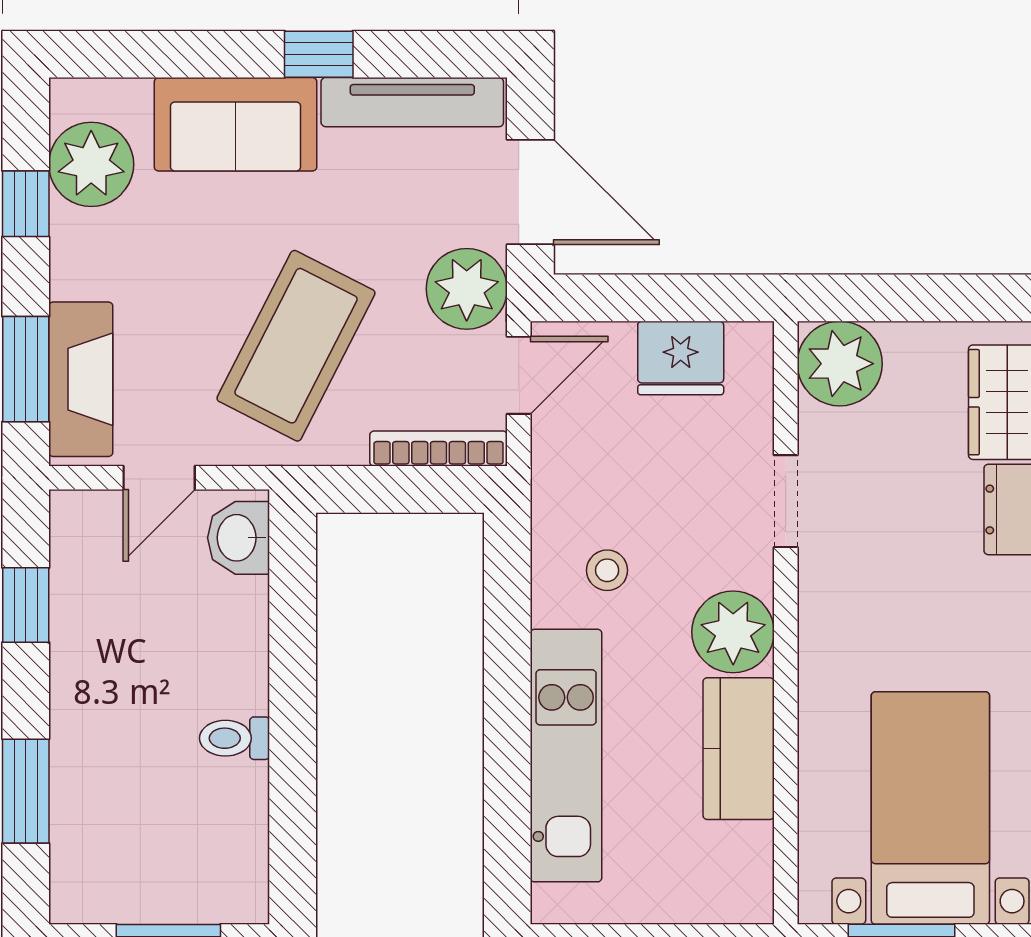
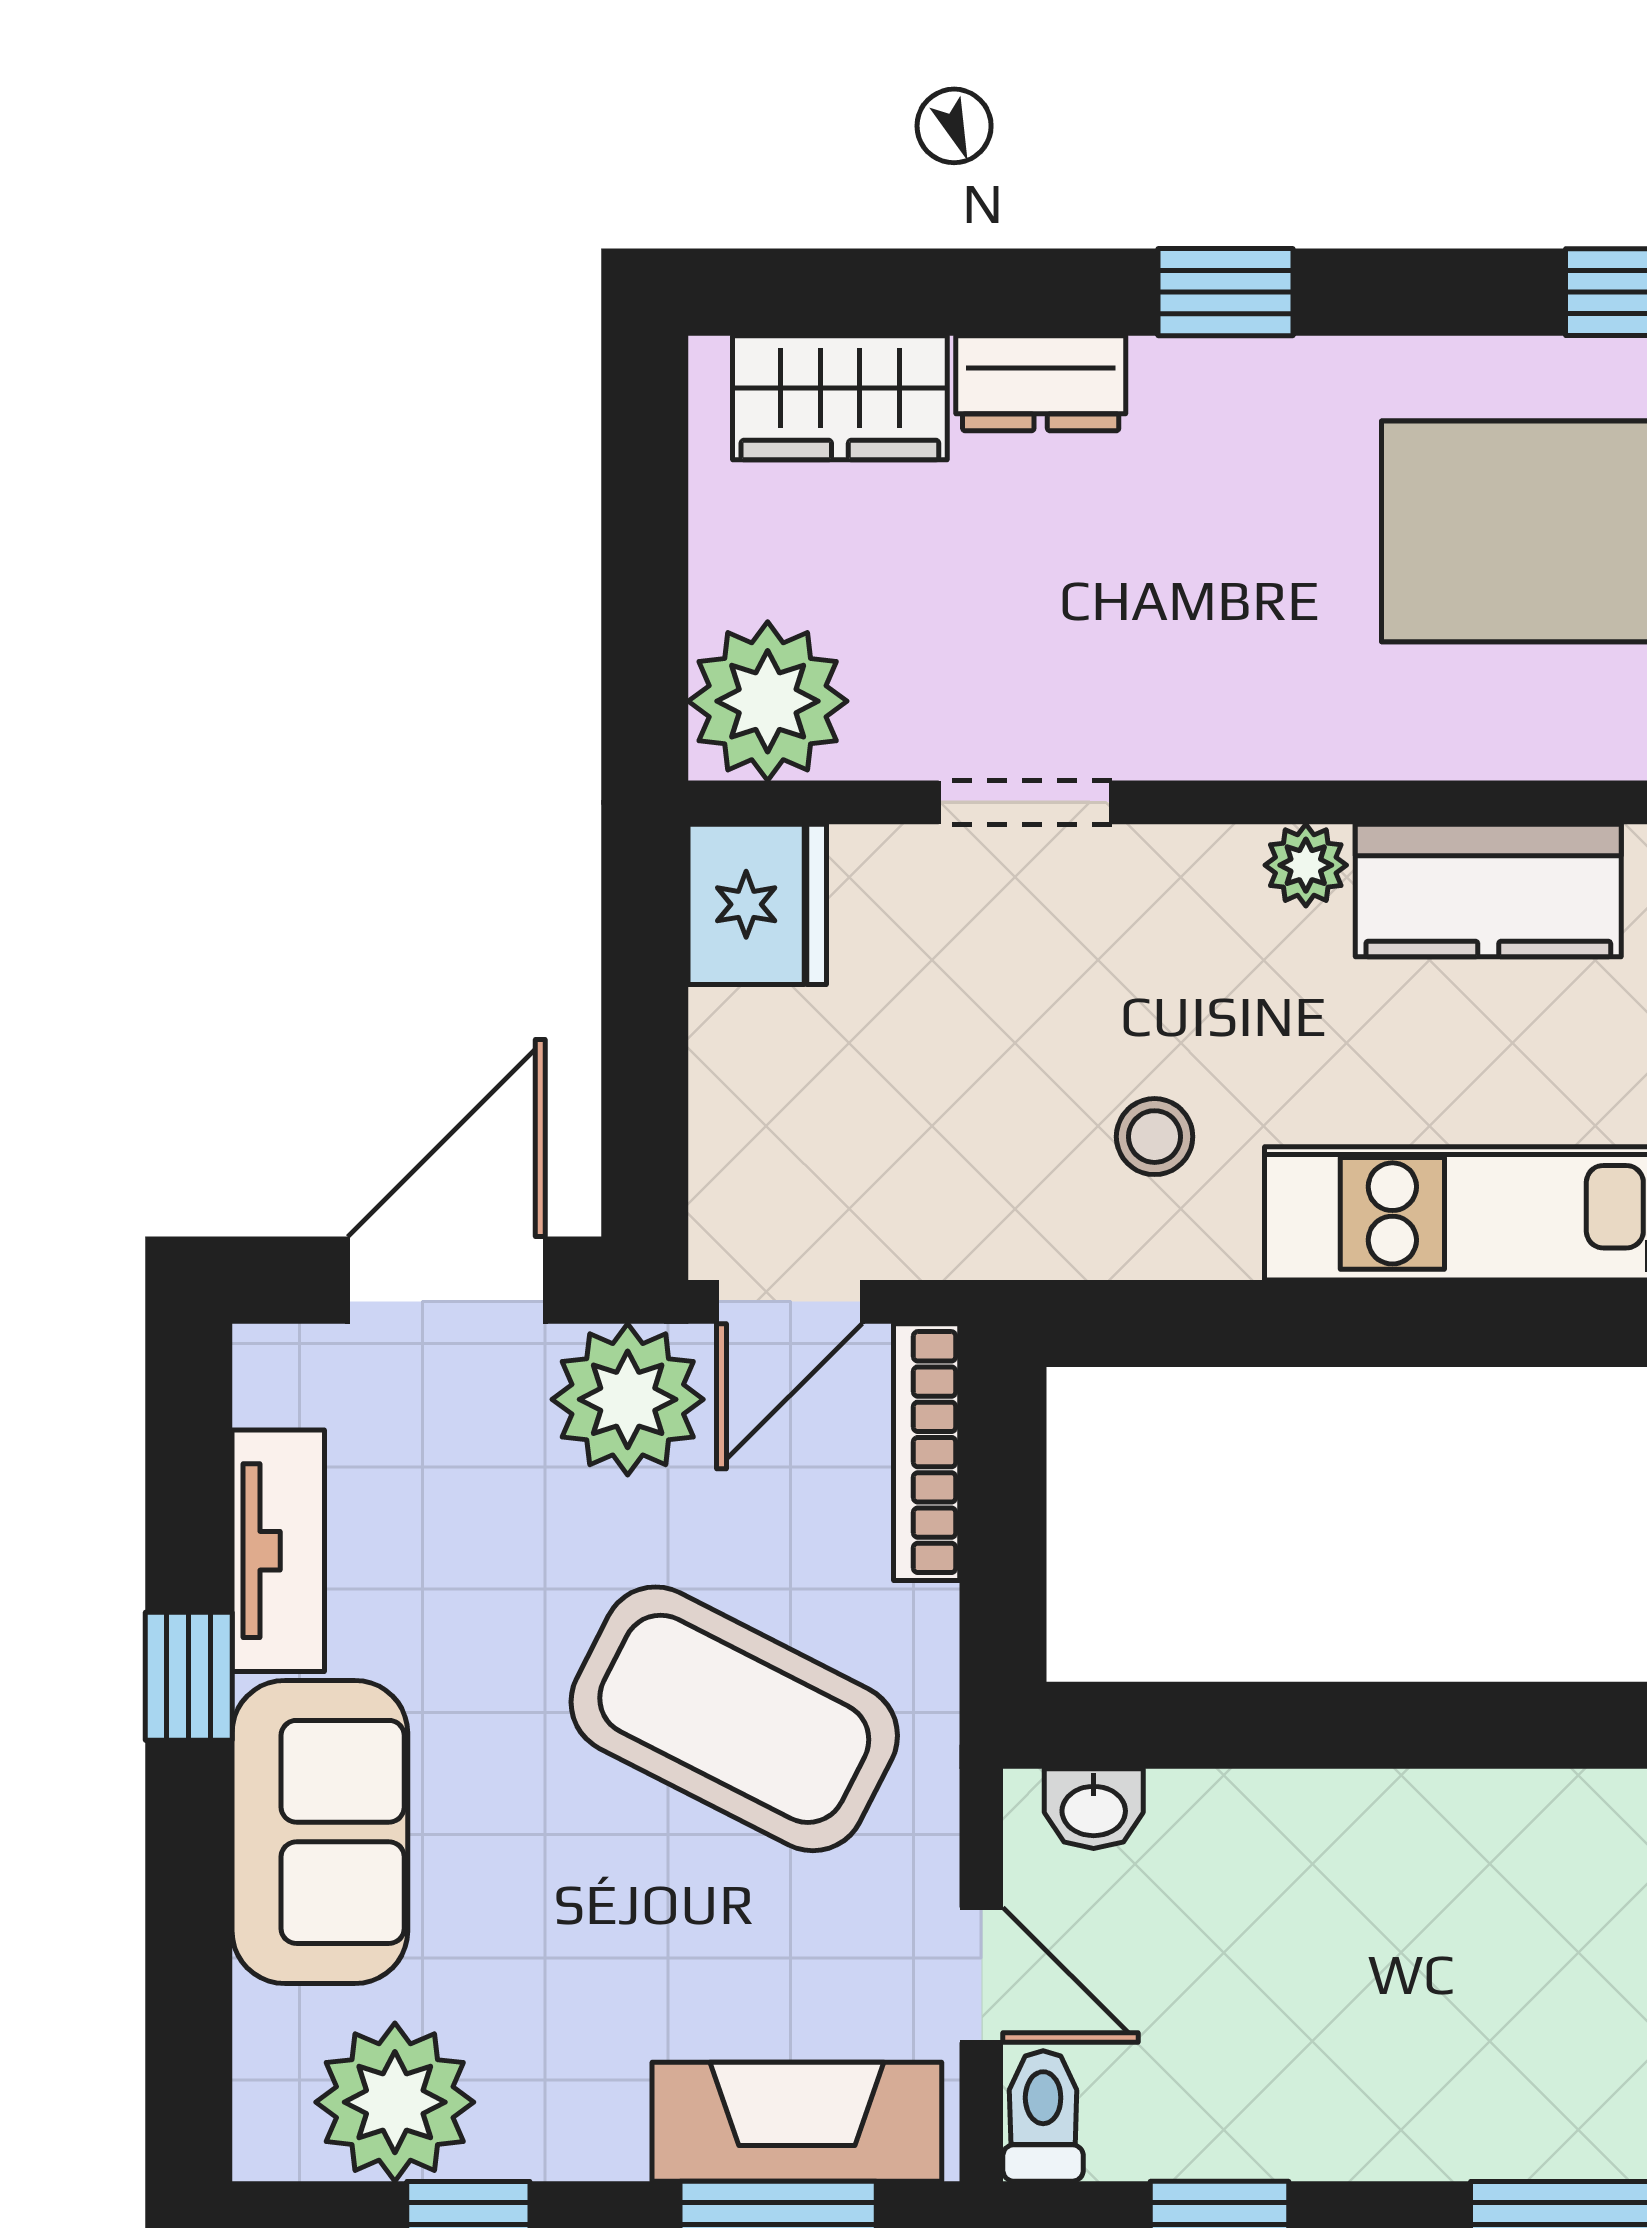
tv unit: (412, 102) -> (278, 1551), width x0.71
fridge: (681, 358) -> (757, 904), moved
door: (519, 375) -> (789, 1302), swing flipped
washbasin: (238, 538) -> (1094, 1809), width x0.72, depth x0.69
plant: (733, 632) -> (1306, 865), width x0.53, depth x0.53
toilet: (234, 738) -> (1043, 2116), moved, turned 180

